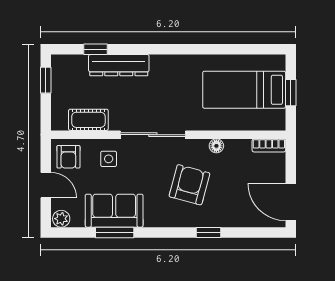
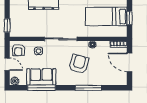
window: (46, 80) -> (7, 26), moved
cot: (88, 120) -> (28, 32), removed
door: (291, 202) -> (130, 62), moved
window: (115, 232) -> (42, 88), width x1.44
window: (209, 232) -> (88, 88), width x2.17

